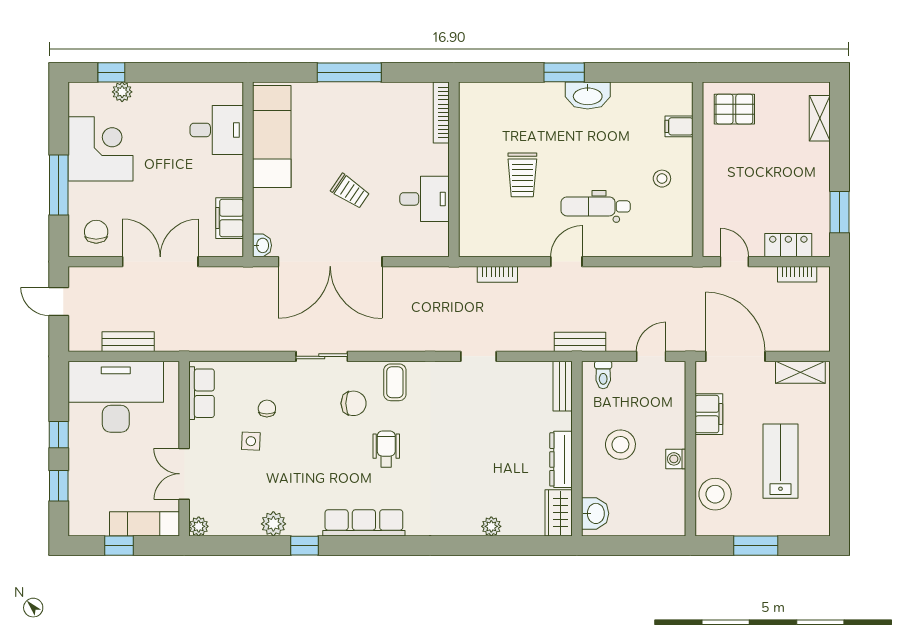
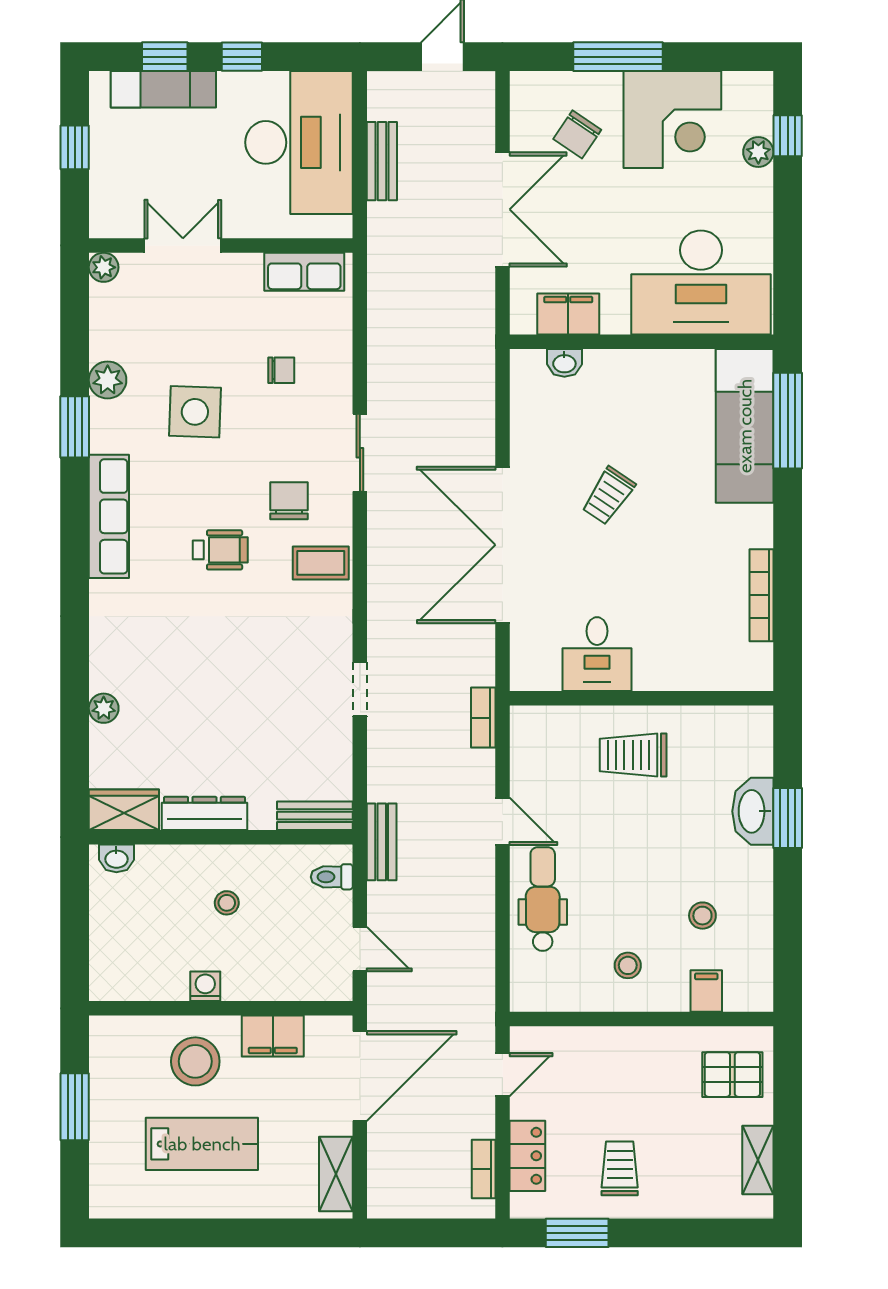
window: (349, 72) -> (788, 421), moved
washbasin: (588, 96) -> (753, 811), moved
pallet: (734, 109) -> (732, 1075), turned 90
bookcase: (441, 113) -> (762, 595), moved, turned -90
shelving: (820, 118) -> (758, 1160), moved, turned 90
stool: (629, 129) -> (702, 916), added
desk: (217, 130) -> (701, 282), width x1.87, depth x1.30
exam couch: (272, 137) -> (745, 426), moved, turned 90
wall: (454, 169) -> (641, 698), moved
trolley: (797, 184) -> (620, 1168), added
desk: (425, 199) -> (597, 654), moved
dental chair: (596, 206) -> (543, 899), moved
chair: (96, 232) -> (577, 134), moved, turned 124
washbasin: (262, 245) -> (564, 363), moved
double door: (330, 262) -> (502, 545), moved
chair: (354, 403) -> (289, 501), turned 180
side table: (251, 441) -> (195, 412), moved, width x1.87, depth x1.87
stool: (620, 445) -> (227, 903), width x0.53, depth x0.53
stool: (715, 494) -> (195, 1061), moved
washbasin: (595, 513) -> (116, 858), width x0.72, depth x0.69
exam couch: (145, 524) -> (163, 89), moved, turned 90
window: (305, 546) -> (75, 427), width x1.50

